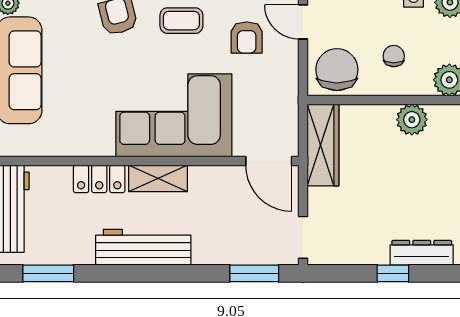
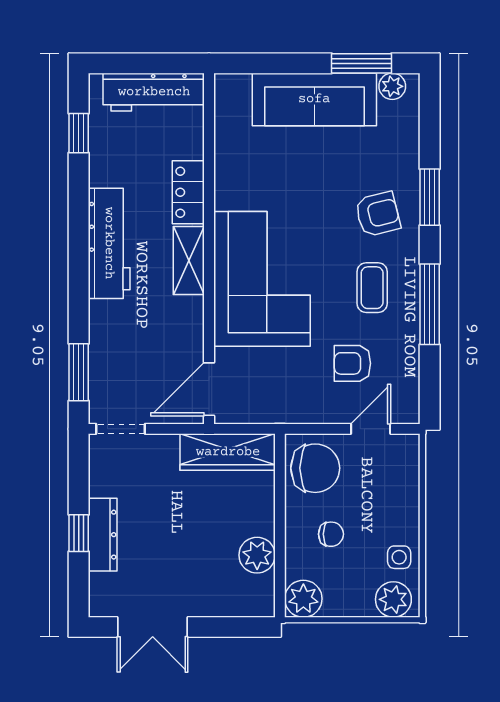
dresser: (422, 253) -> (103, 535), moved
window: (48, 273) -> (79, 133), width x0.67

